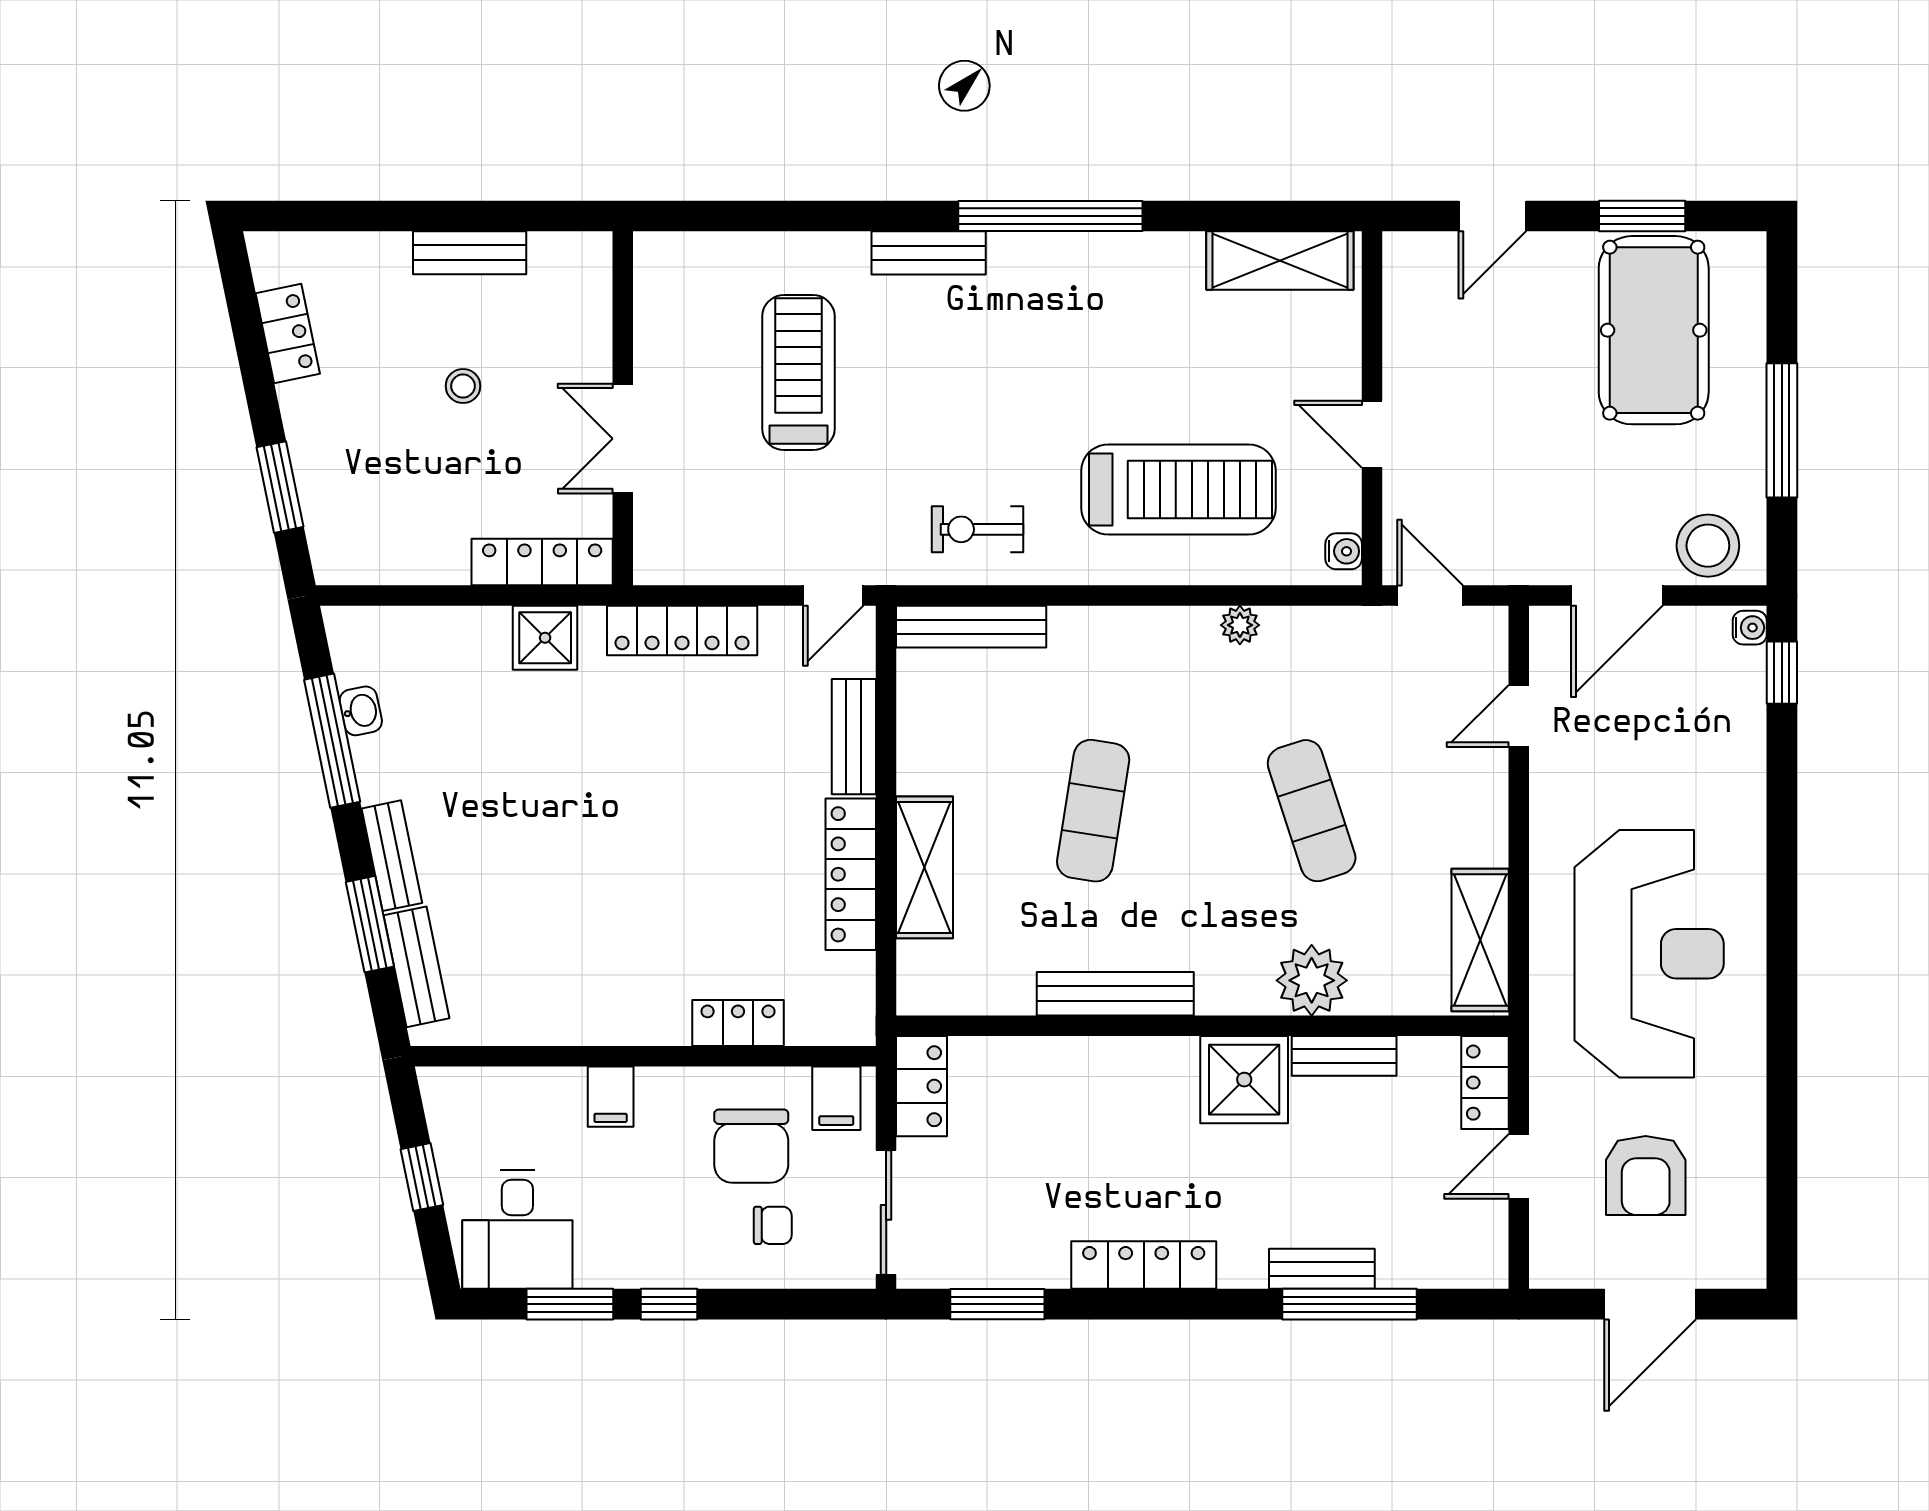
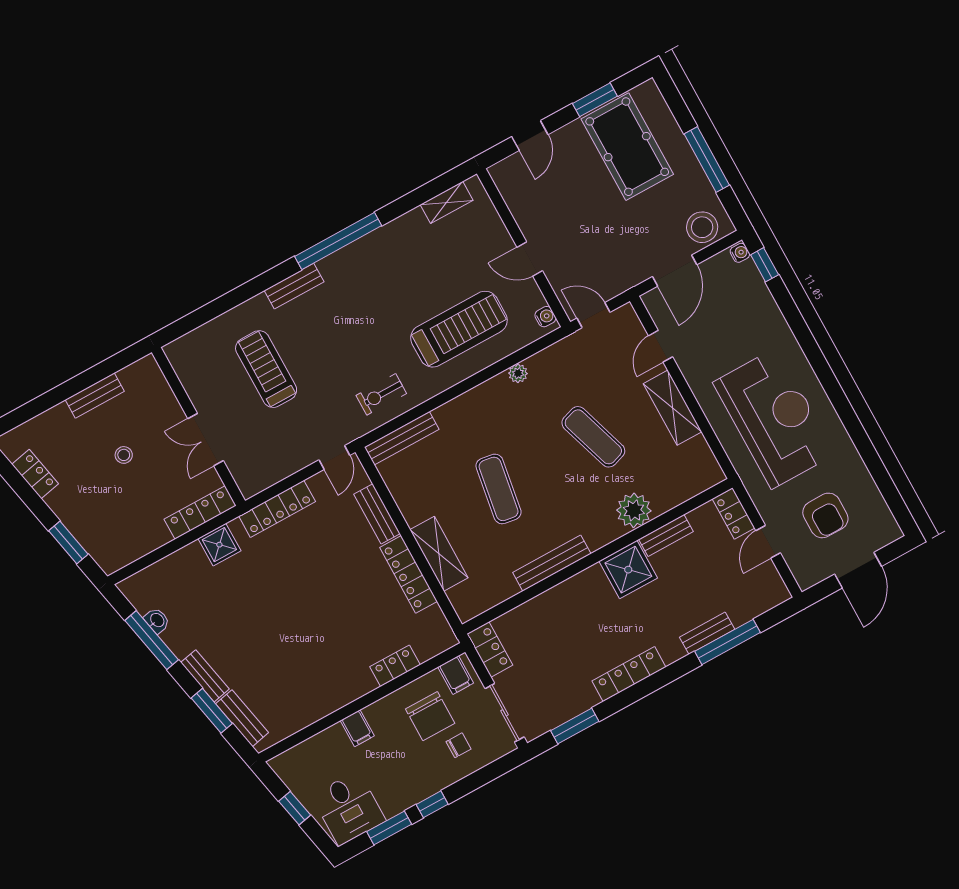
shelving: (1280, 261) -> (447, 202), width x0.67, depth x0.75
shelving: (1480, 940) -> (673, 408), moved

